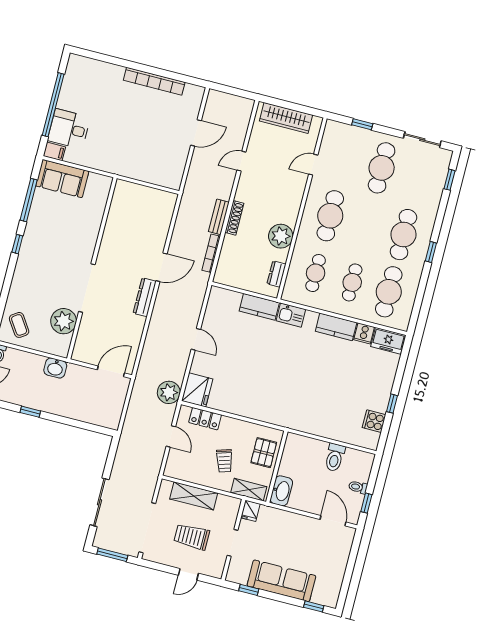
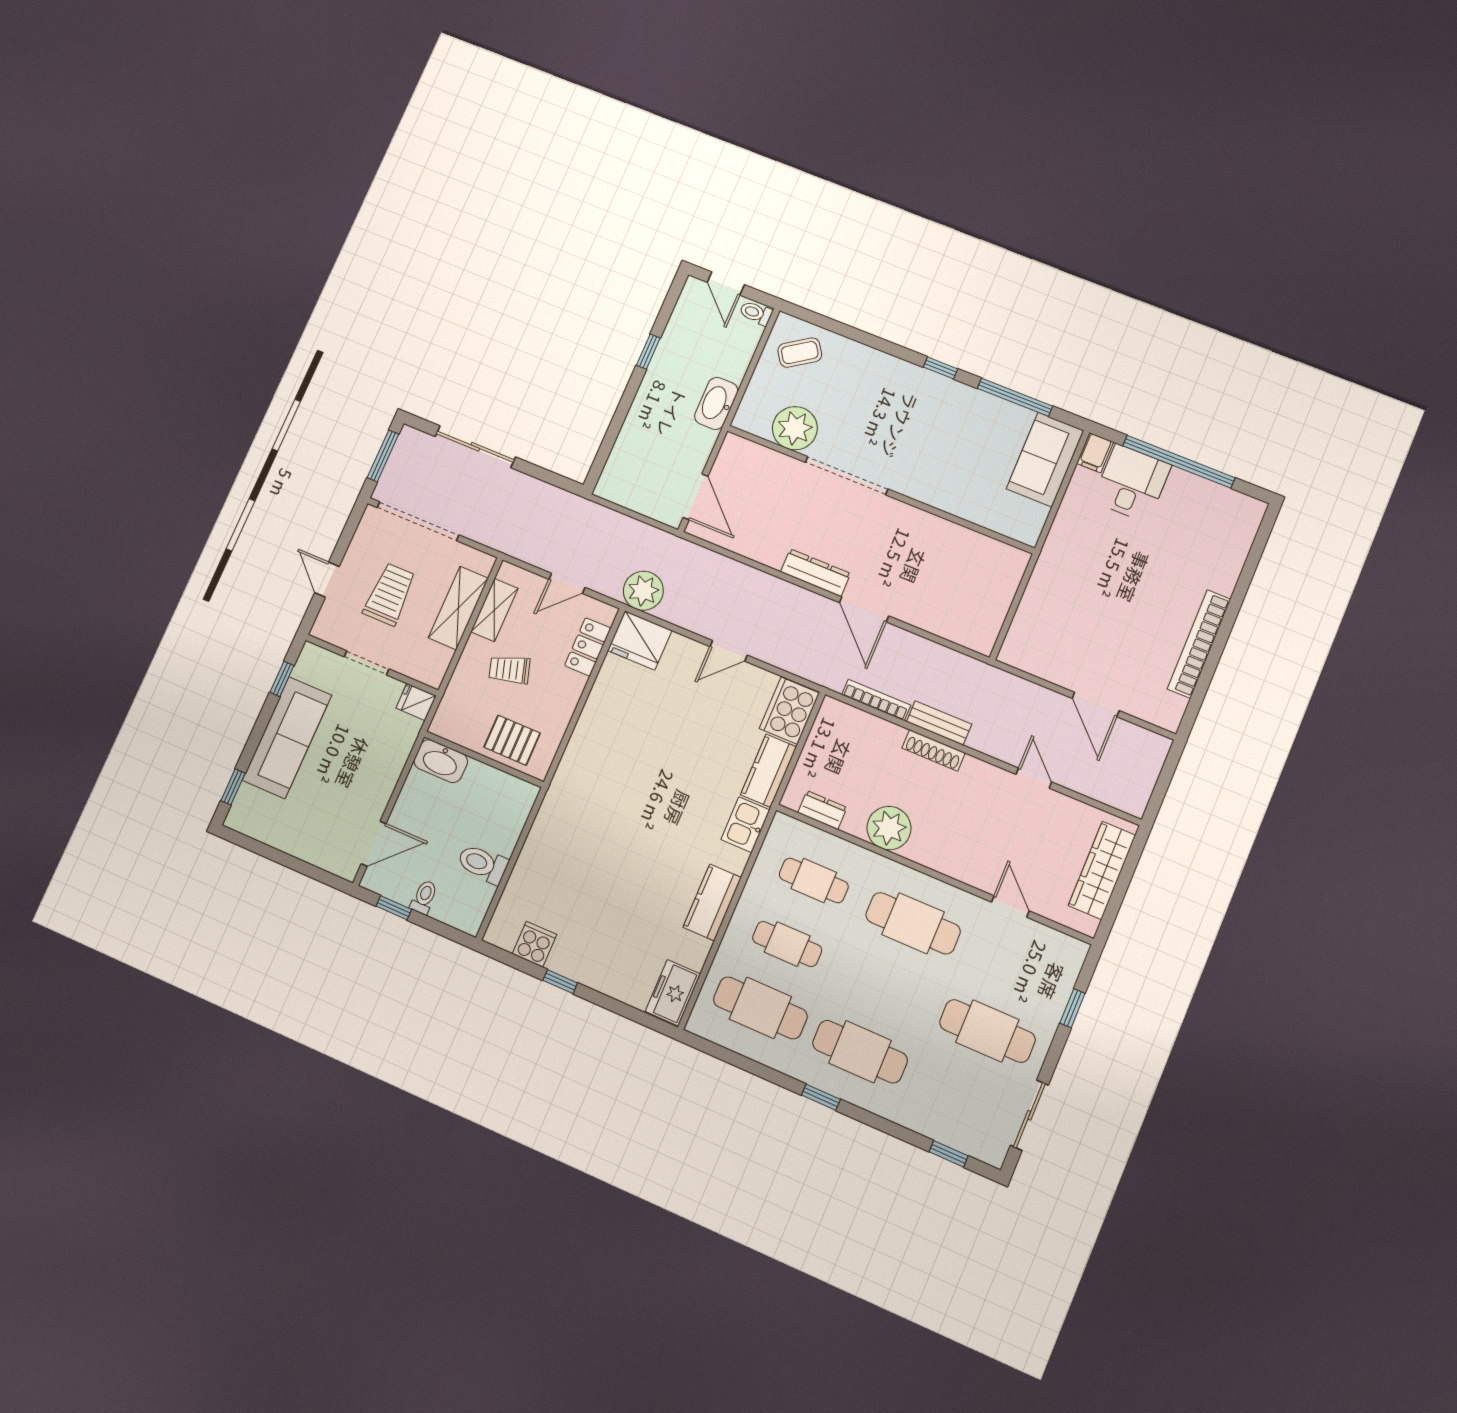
cooker: (364, 333) -> (789, 711), moved, width x1.87, depth x1.31
washbasin: (55, 368) -> (716, 403), width x1.38
shelving: (249, 490) -> (494, 610), moved

